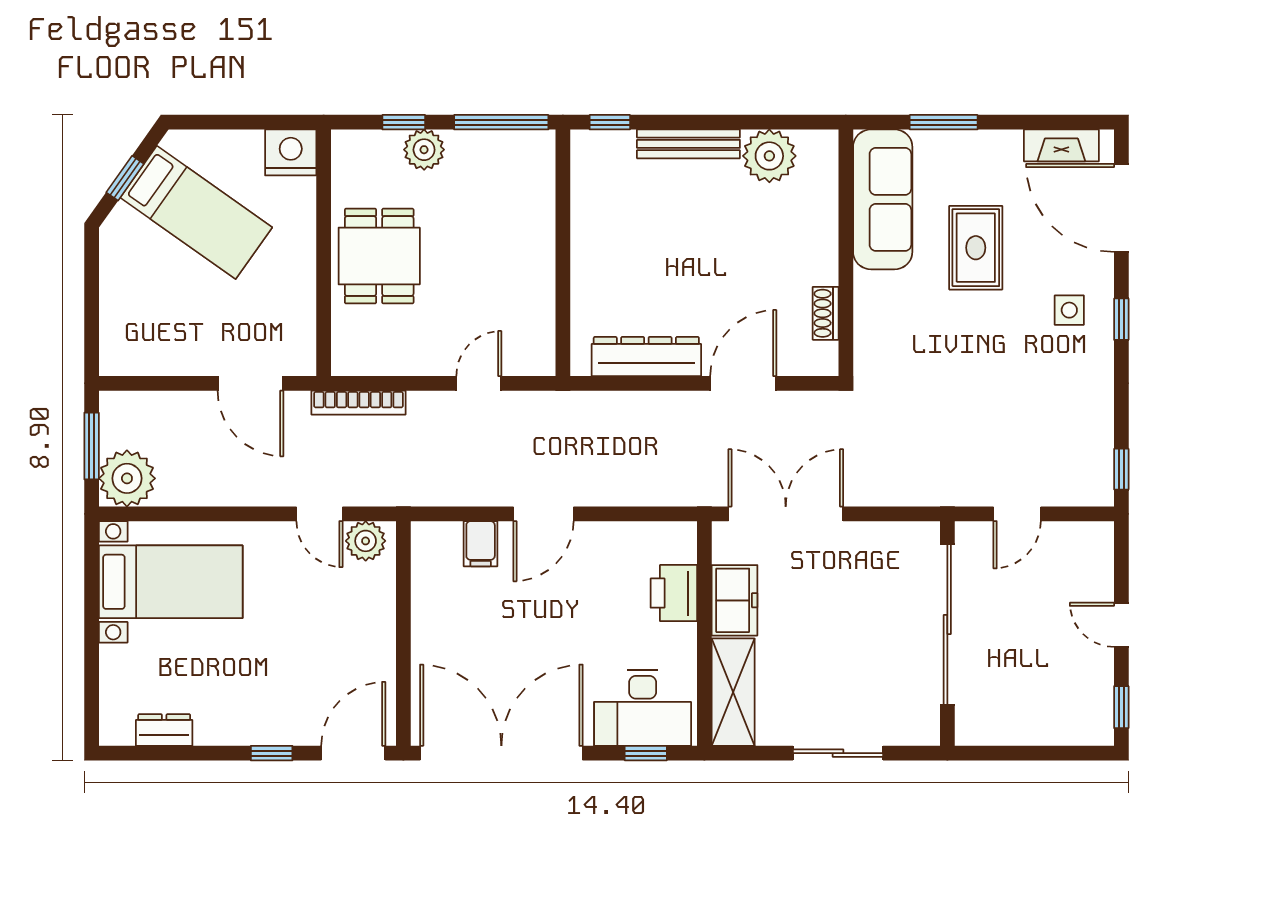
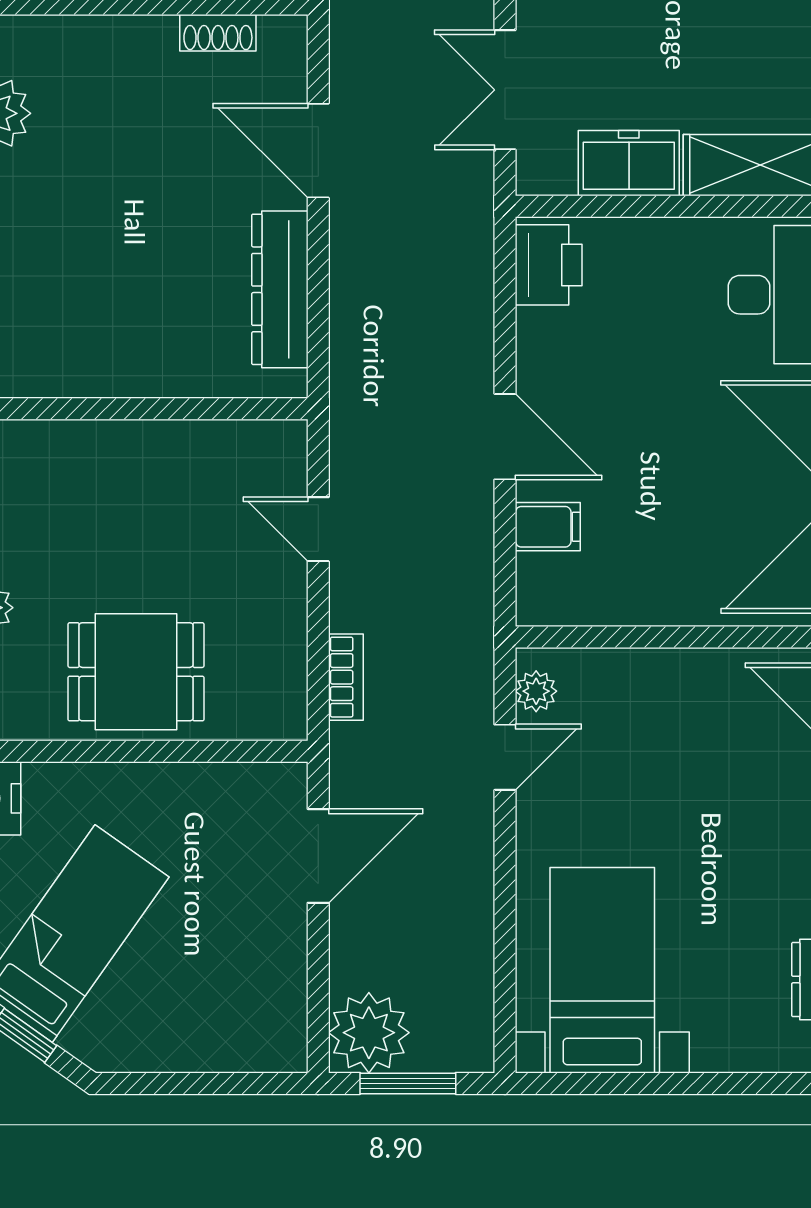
bookcase: (358, 403) -> (346, 677), width x0.64
plant: (127, 478) -> (369, 1033), moved
double door: (786, 514) -> (505, 90), width x0.73
plant: (366, 541) -> (536, 691), width x0.73, depth x0.73
printer: (674, 593) -> (549, 265), moved, turned -90

